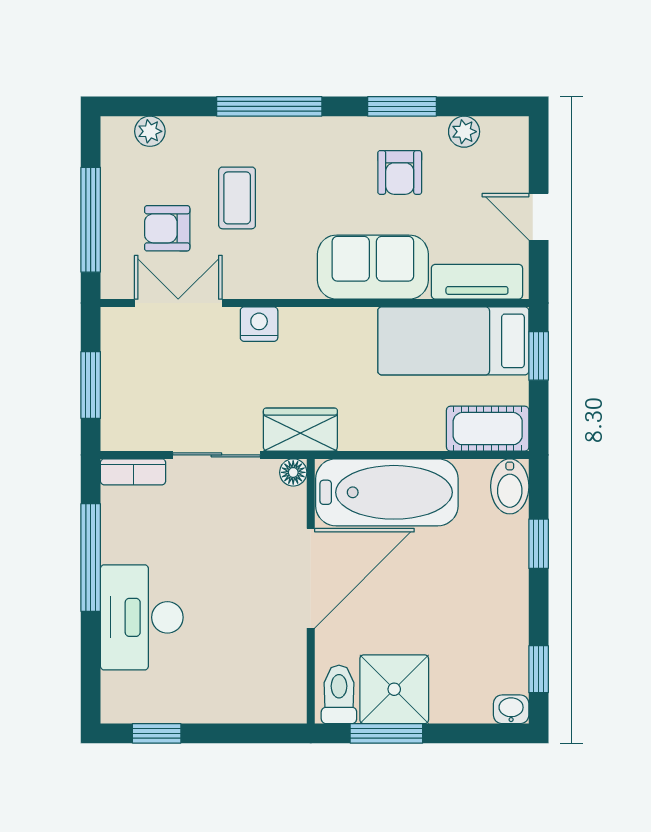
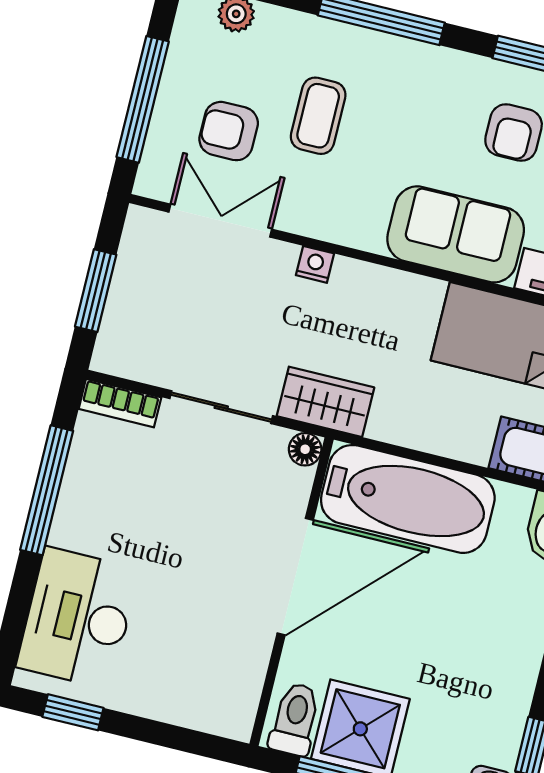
nightstand: (259, 324) -> (315, 264), width x0.72, depth x0.74
desk: (142, 617) -> (78, 618), moved

